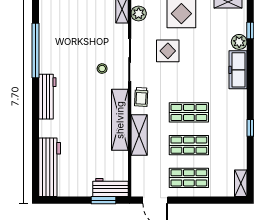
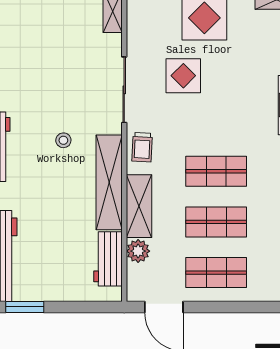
plant: (139, 13) -> (138, 251), moved
stool: (102, 69) -> (63, 140), moved
workbench: (111, 187) -> (108, 259), moved, turned -90
window: (103, 200) -> (25, 307), moved

